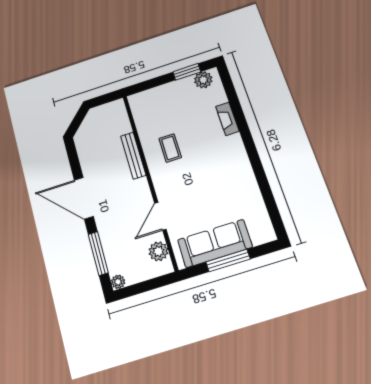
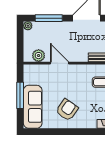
armchair: (226, 183) -> (67, 110), added
sofa: (215, 243) -> (33, 107), moved

